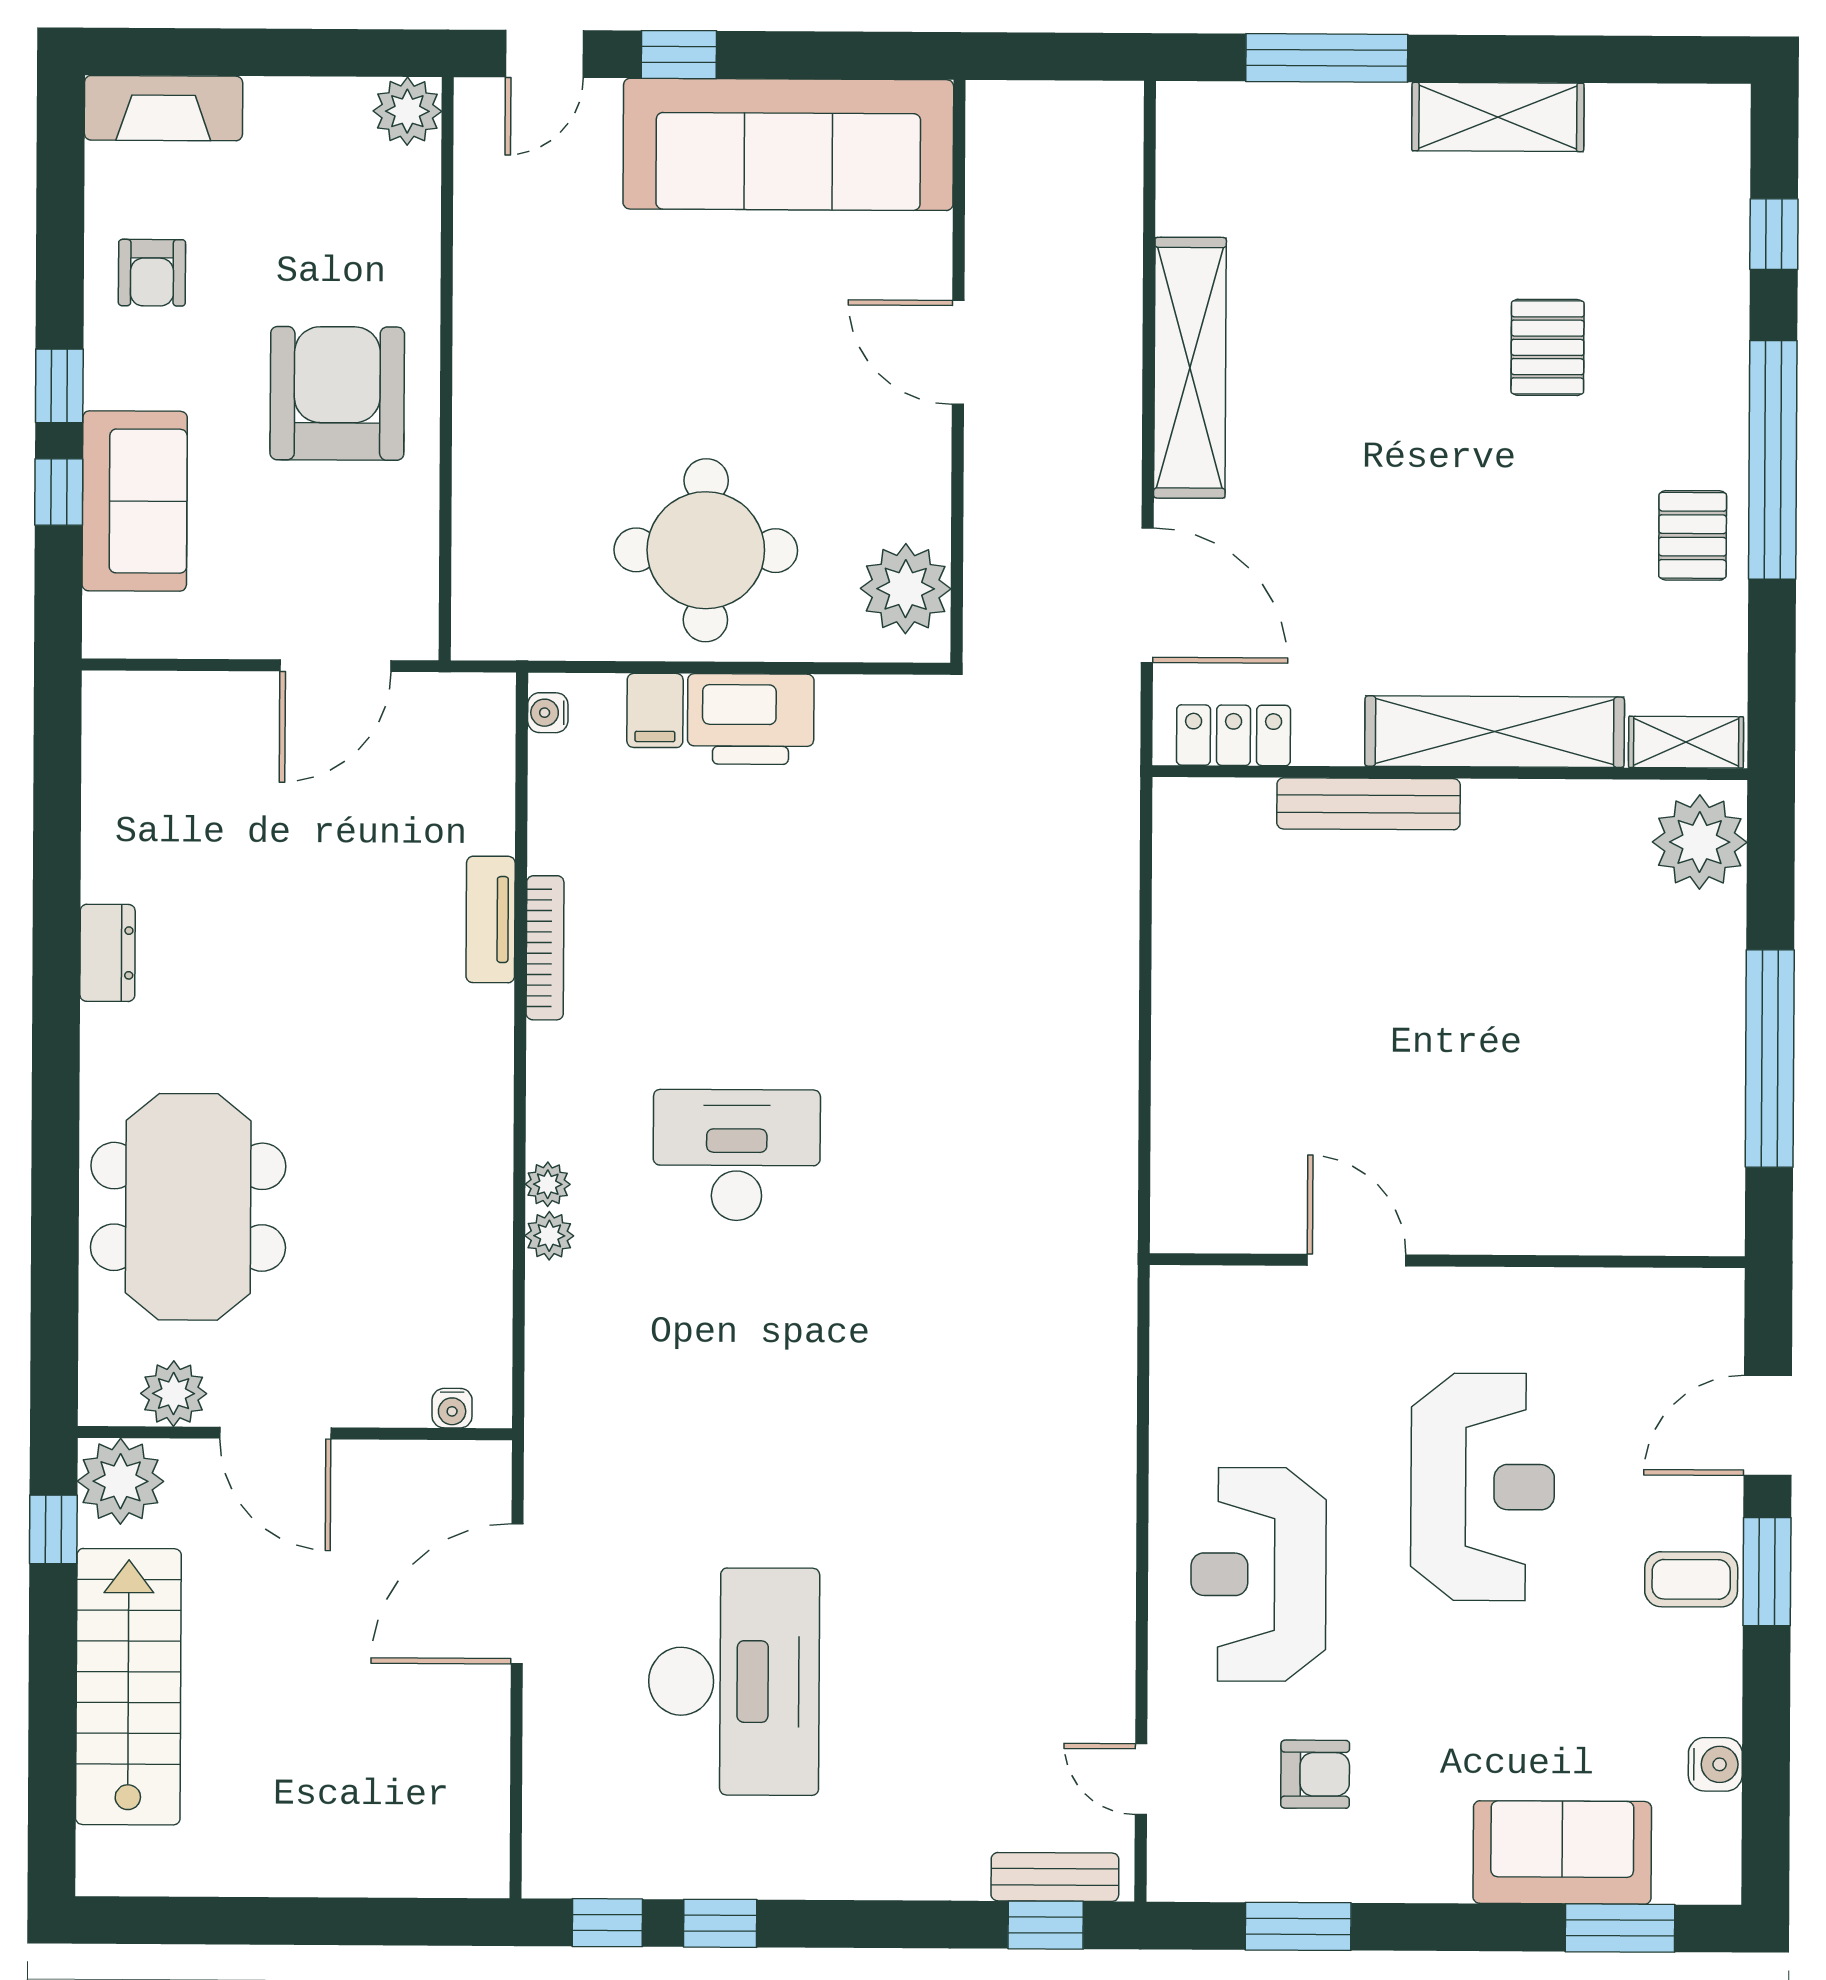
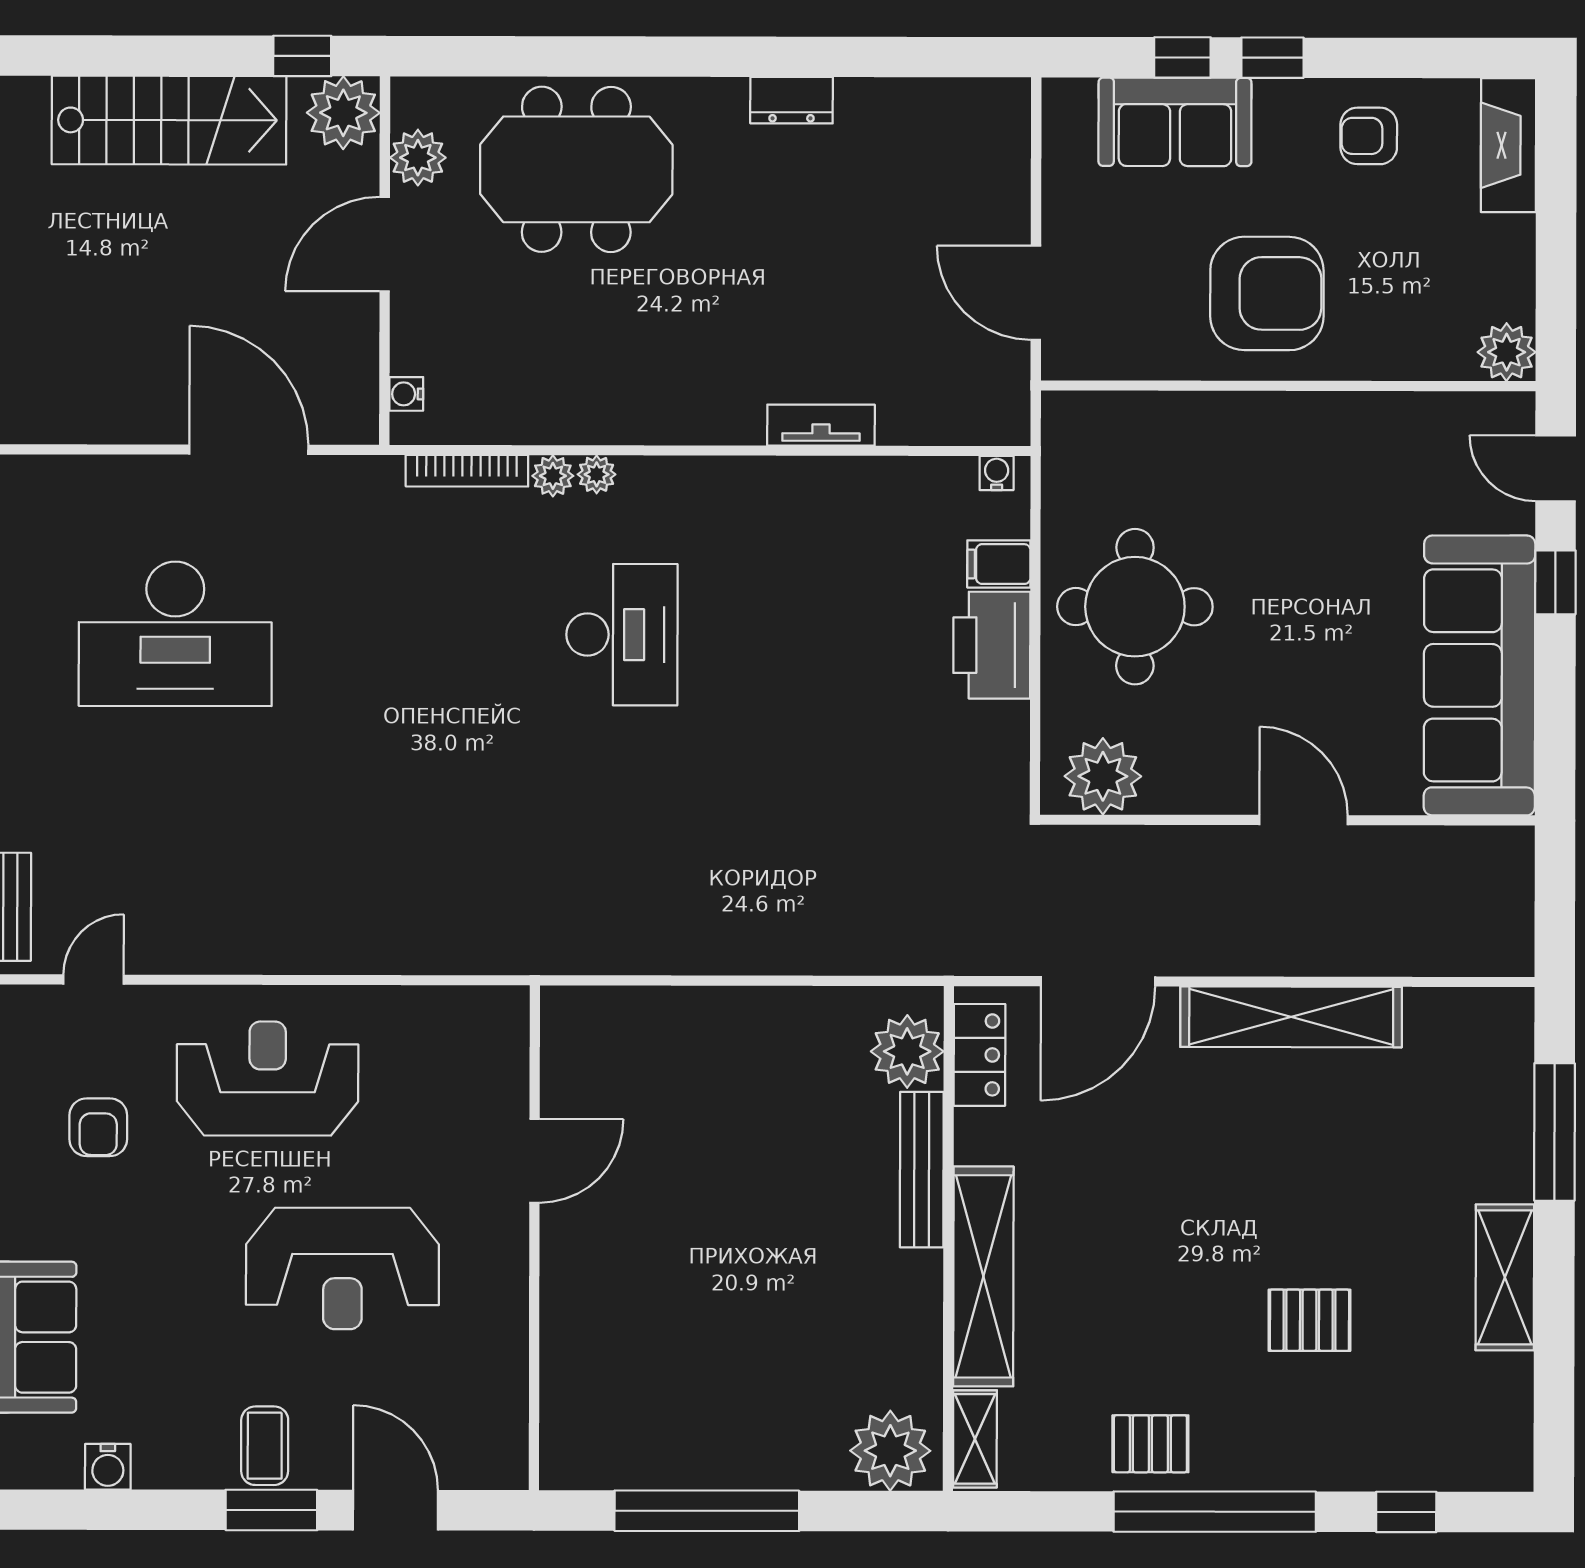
door: (958, 352) -> (1304, 820), hinge flipped
plant: (1229, 820) -> (907, 1051), added
bookcase: (545, 948) -> (467, 471), moved

